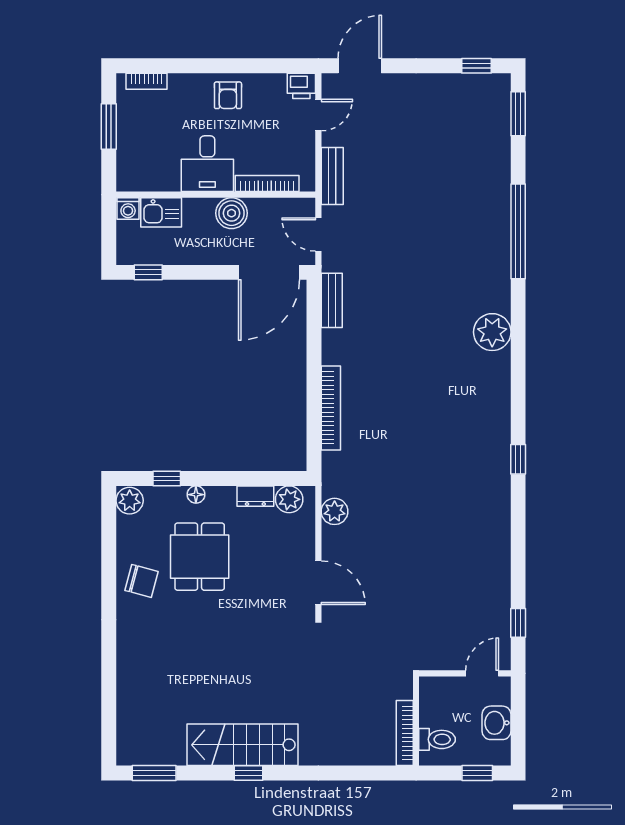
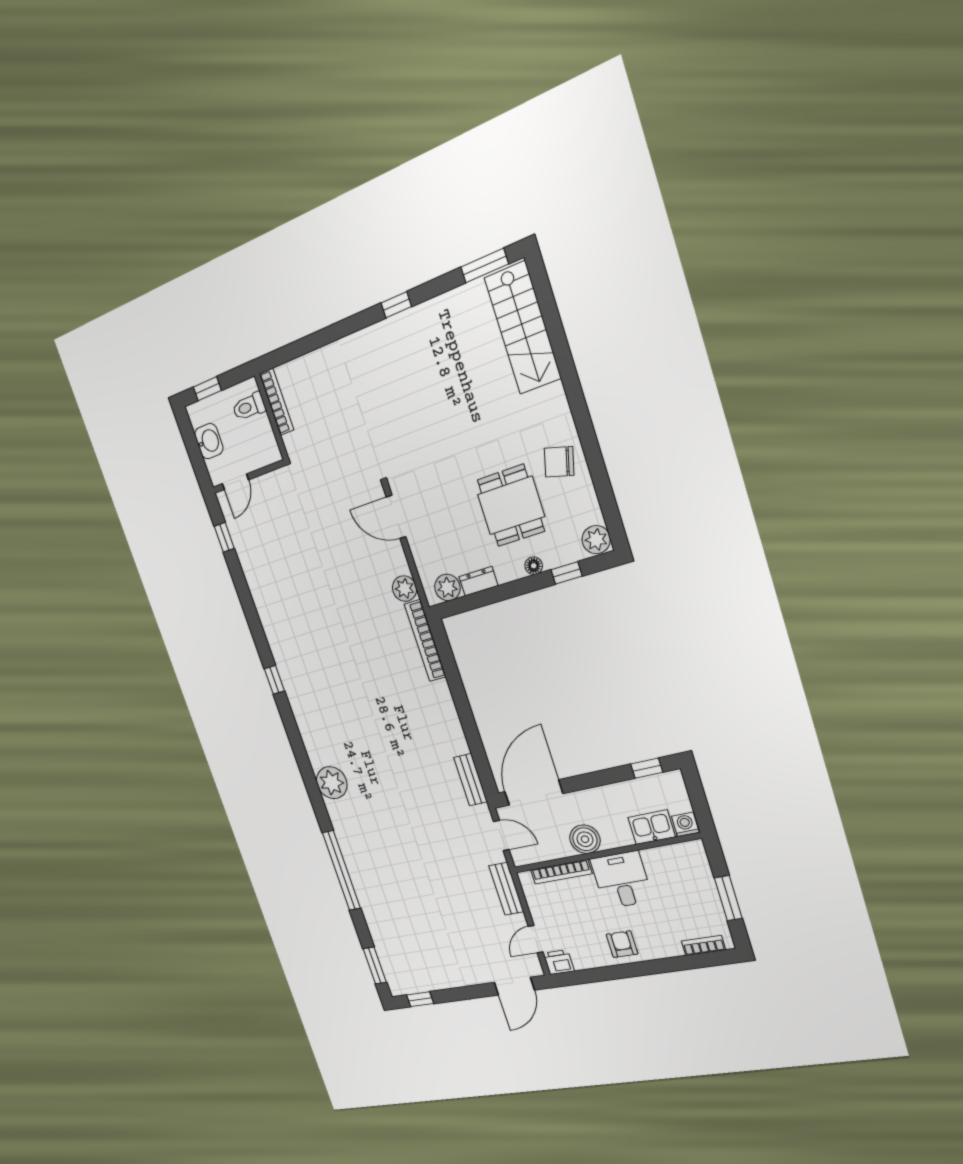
bookcase: (331, 408) -> (425, 641), moved
stairs: (243, 745) -> (523, 328), moved, turned 90

